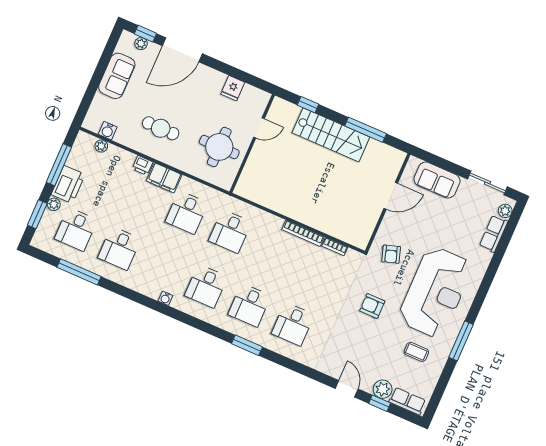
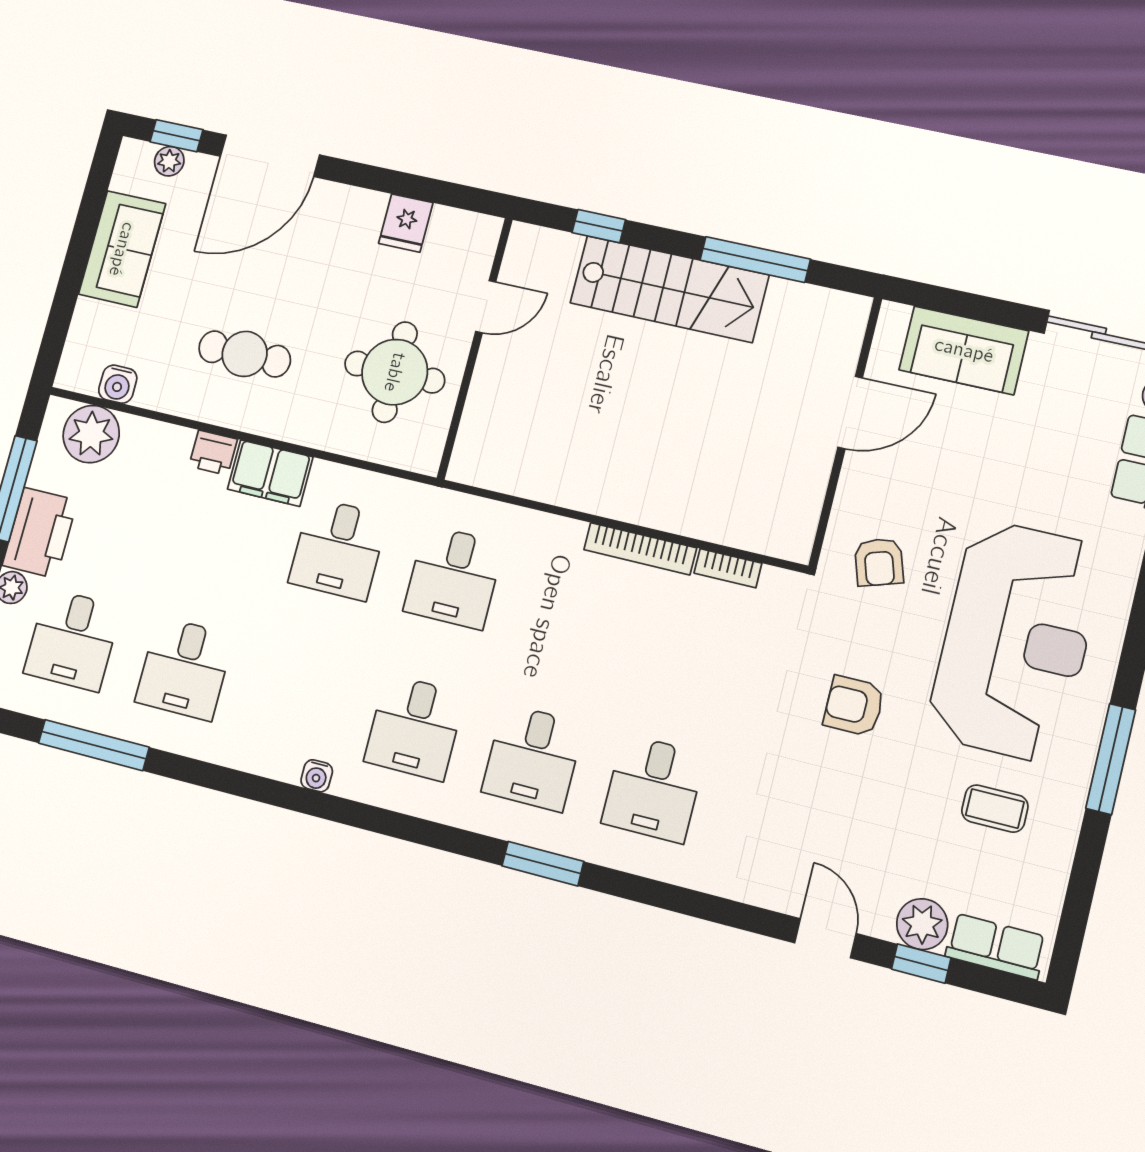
plant: (101, 146) -> (91, 434), width x1.87, depth x1.87

